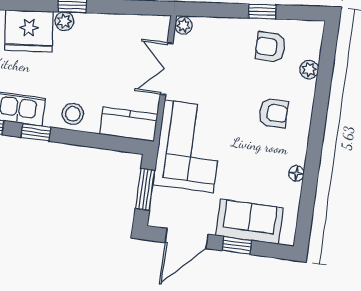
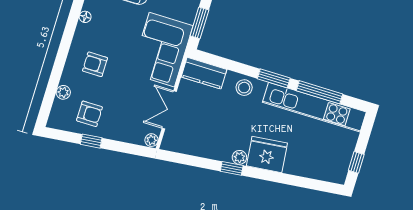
double door: (166, 69) -> (169, 110), swing flipped
window: (36, 132) -> (274, 78), width x1.50

